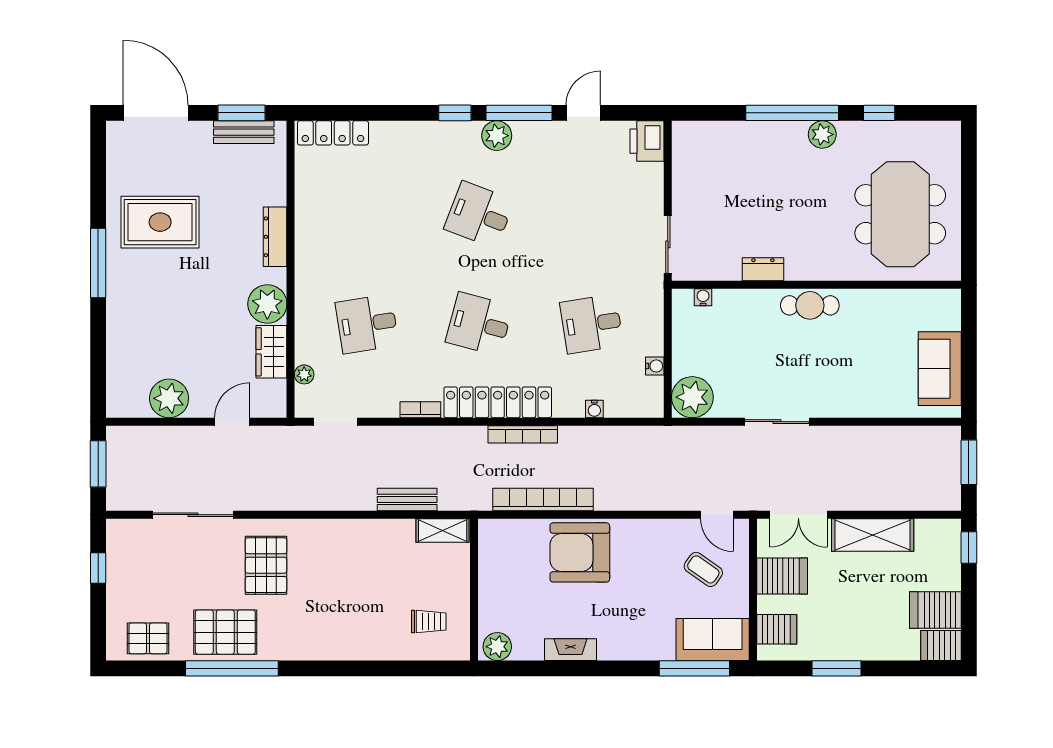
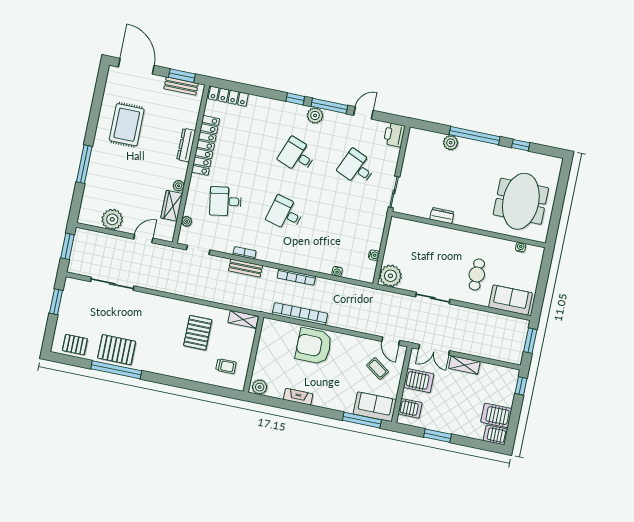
plant: (822, 134) -> (451, 143), moved
rug: (160, 222) -> (127, 125), turned 90
window: (98, 263) -> (84, 164), moved
water cooler: (703, 297) -> (521, 247), moved
plant: (267, 304) -> (179, 186), width x0.53, depth x0.53
cafe table: (810, 305) -> (477, 275), moved, turned 90
desk: (592, 324) -> (357, 168), moved, turned 33
sofa: (940, 369) -> (510, 300), moved, turned 90
locker: (498, 402) -> (206, 145), moved, turned 90
bench: (407, 499) -> (245, 268), moved
shelving: (873, 535) -> (464, 365), width x0.67, depth x0.75
pallet: (266, 565) -> (198, 333), moved
window: (98, 568) -> (56, 302), width x1.50

